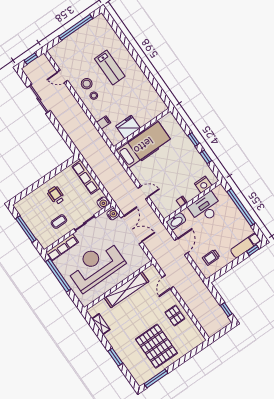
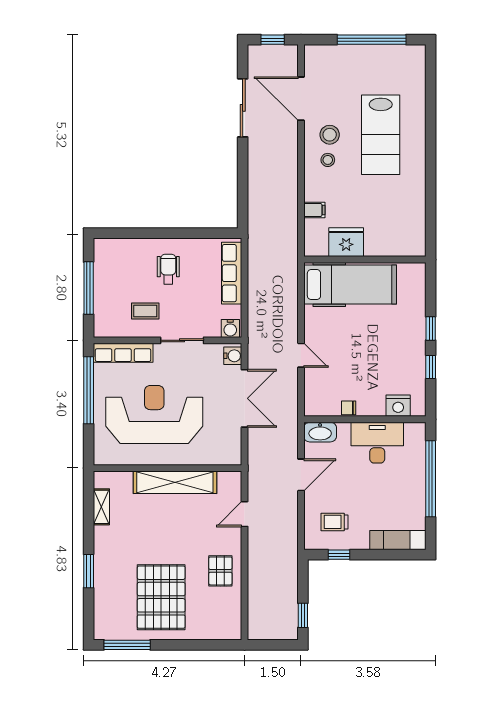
lab bench: (110, 68) -> (381, 135), width x1.36, depth x1.39
door: (62, 76) -> (301, 99), width x1.87
window: (253, 250) -> (339, 555), moved

